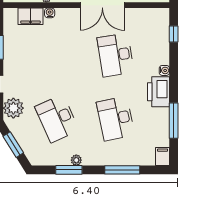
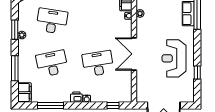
printer: (159, 92) -> (76, 97), width x0.53, depth x0.68
desk: (57, 119) -> (52, 21), turned 33
filing cabinet: (163, 156) -> (24, 93), width x2.00

